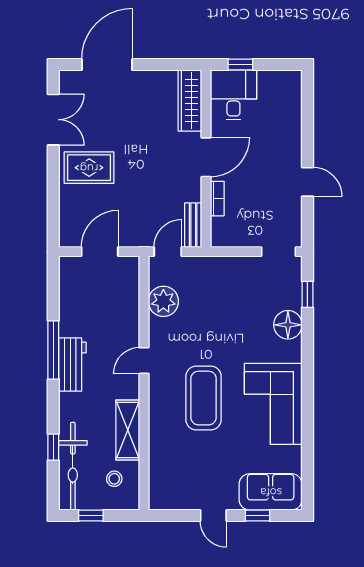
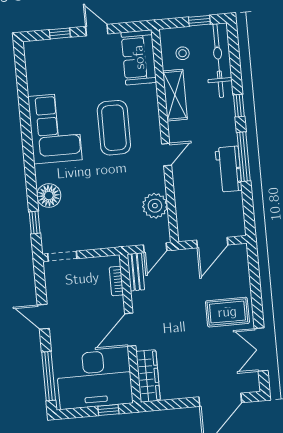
desk: (233, 95) -> (94, 379), width x1.87, depth x1.30
window: (307, 111) -> (49, 376), added
bookcase: (217, 199) -> (116, 281), moved
workbench: (72, 365) -> (229, 169), moved
window: (53, 447) -> (239, 106), moved
sofa: (271, 492) -> (139, 57), moved, turned 90

